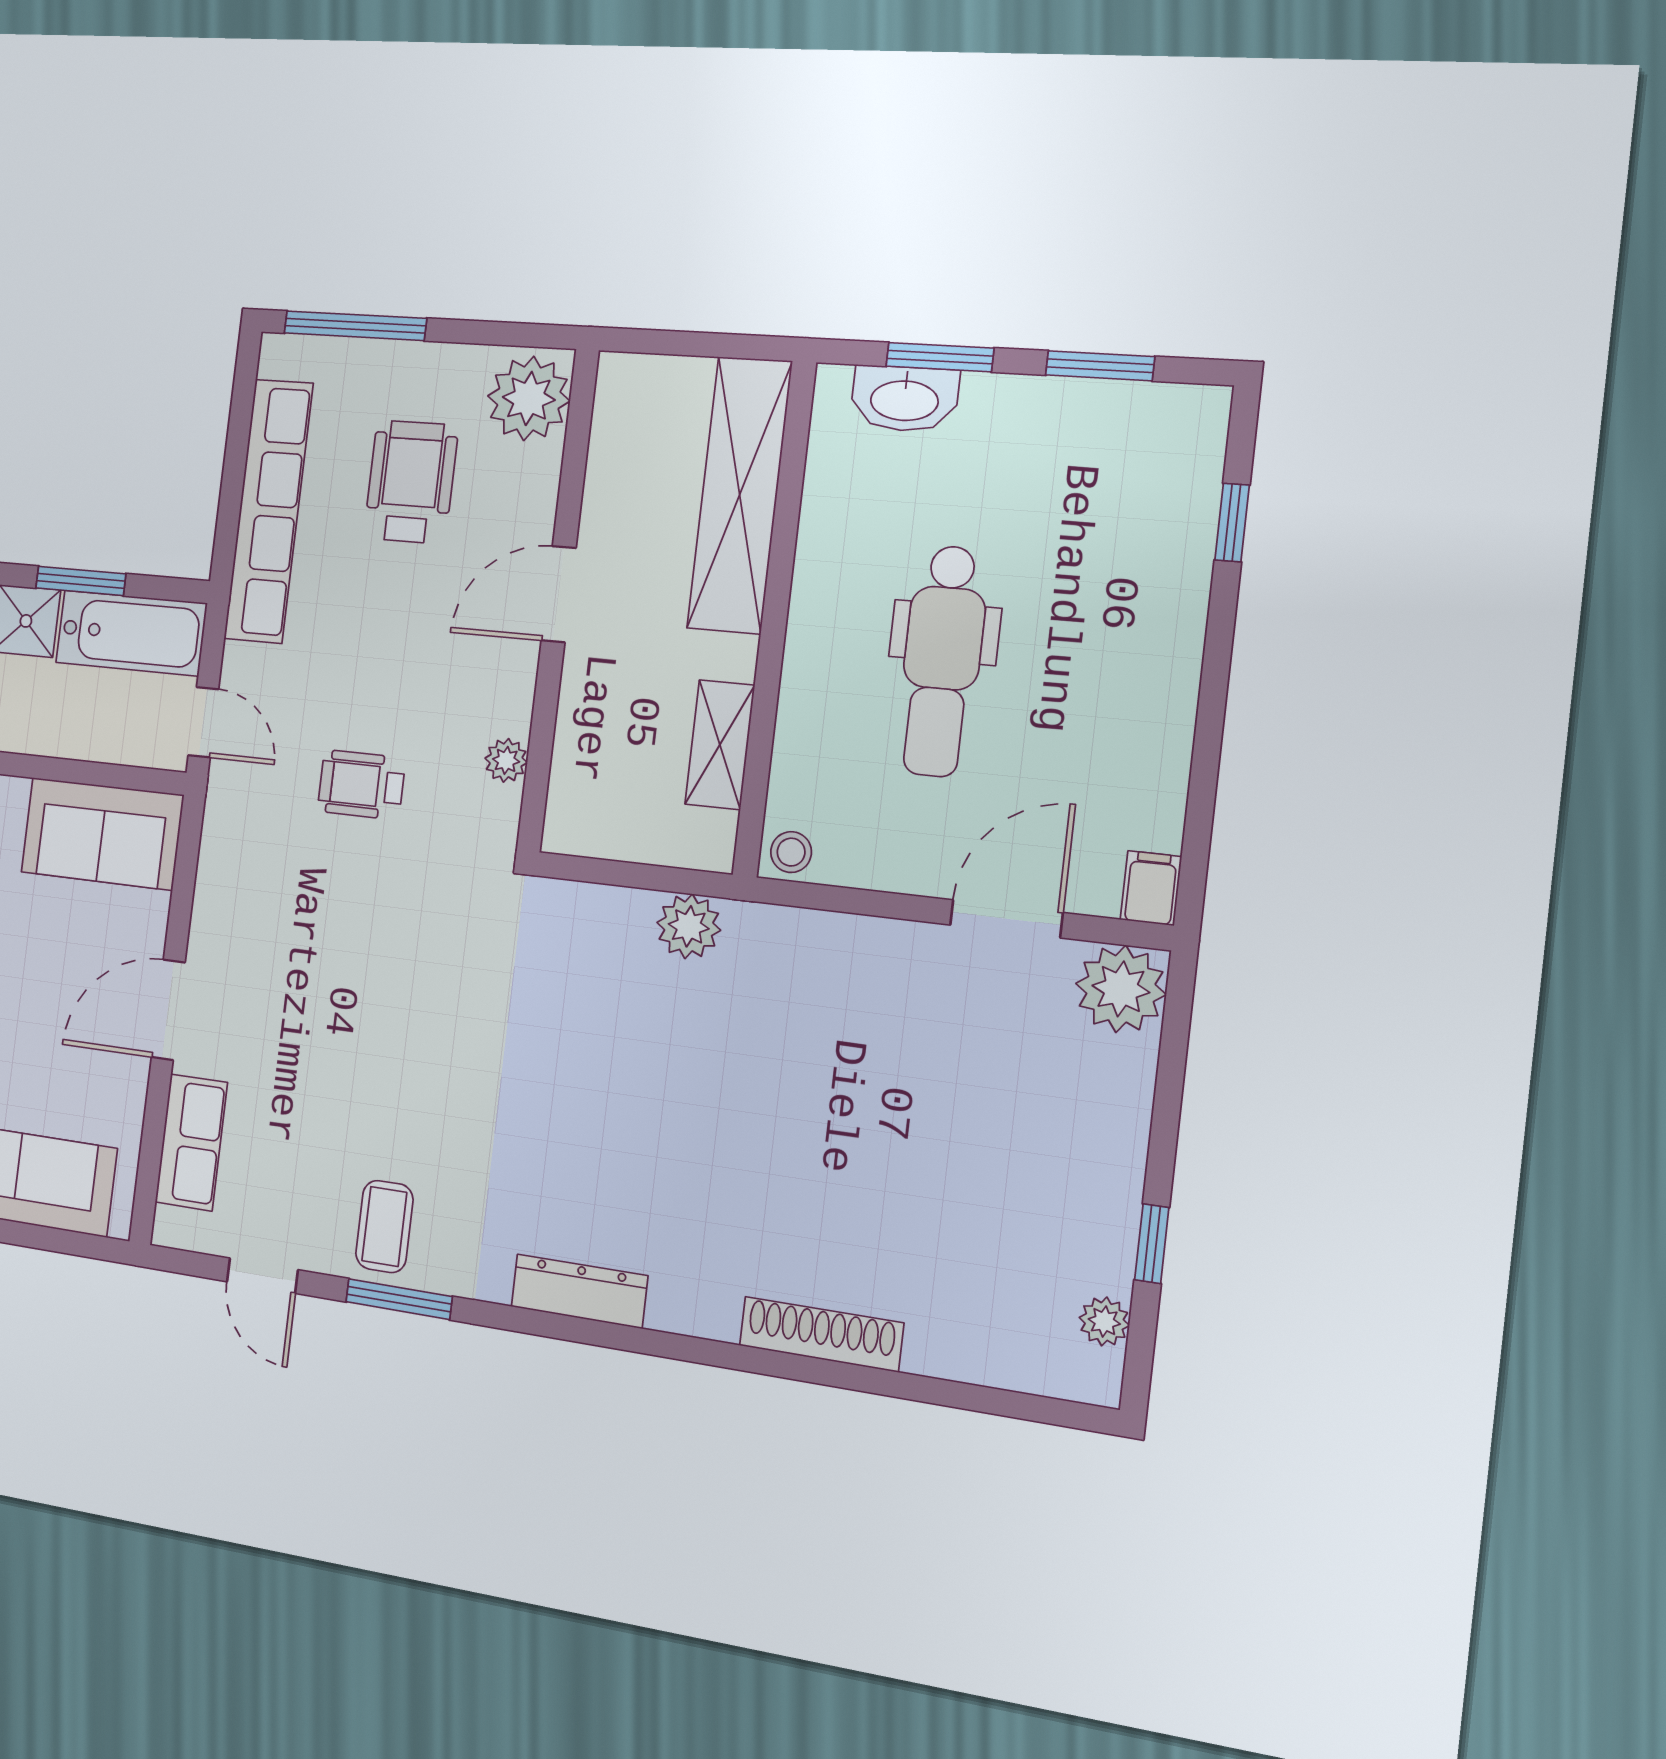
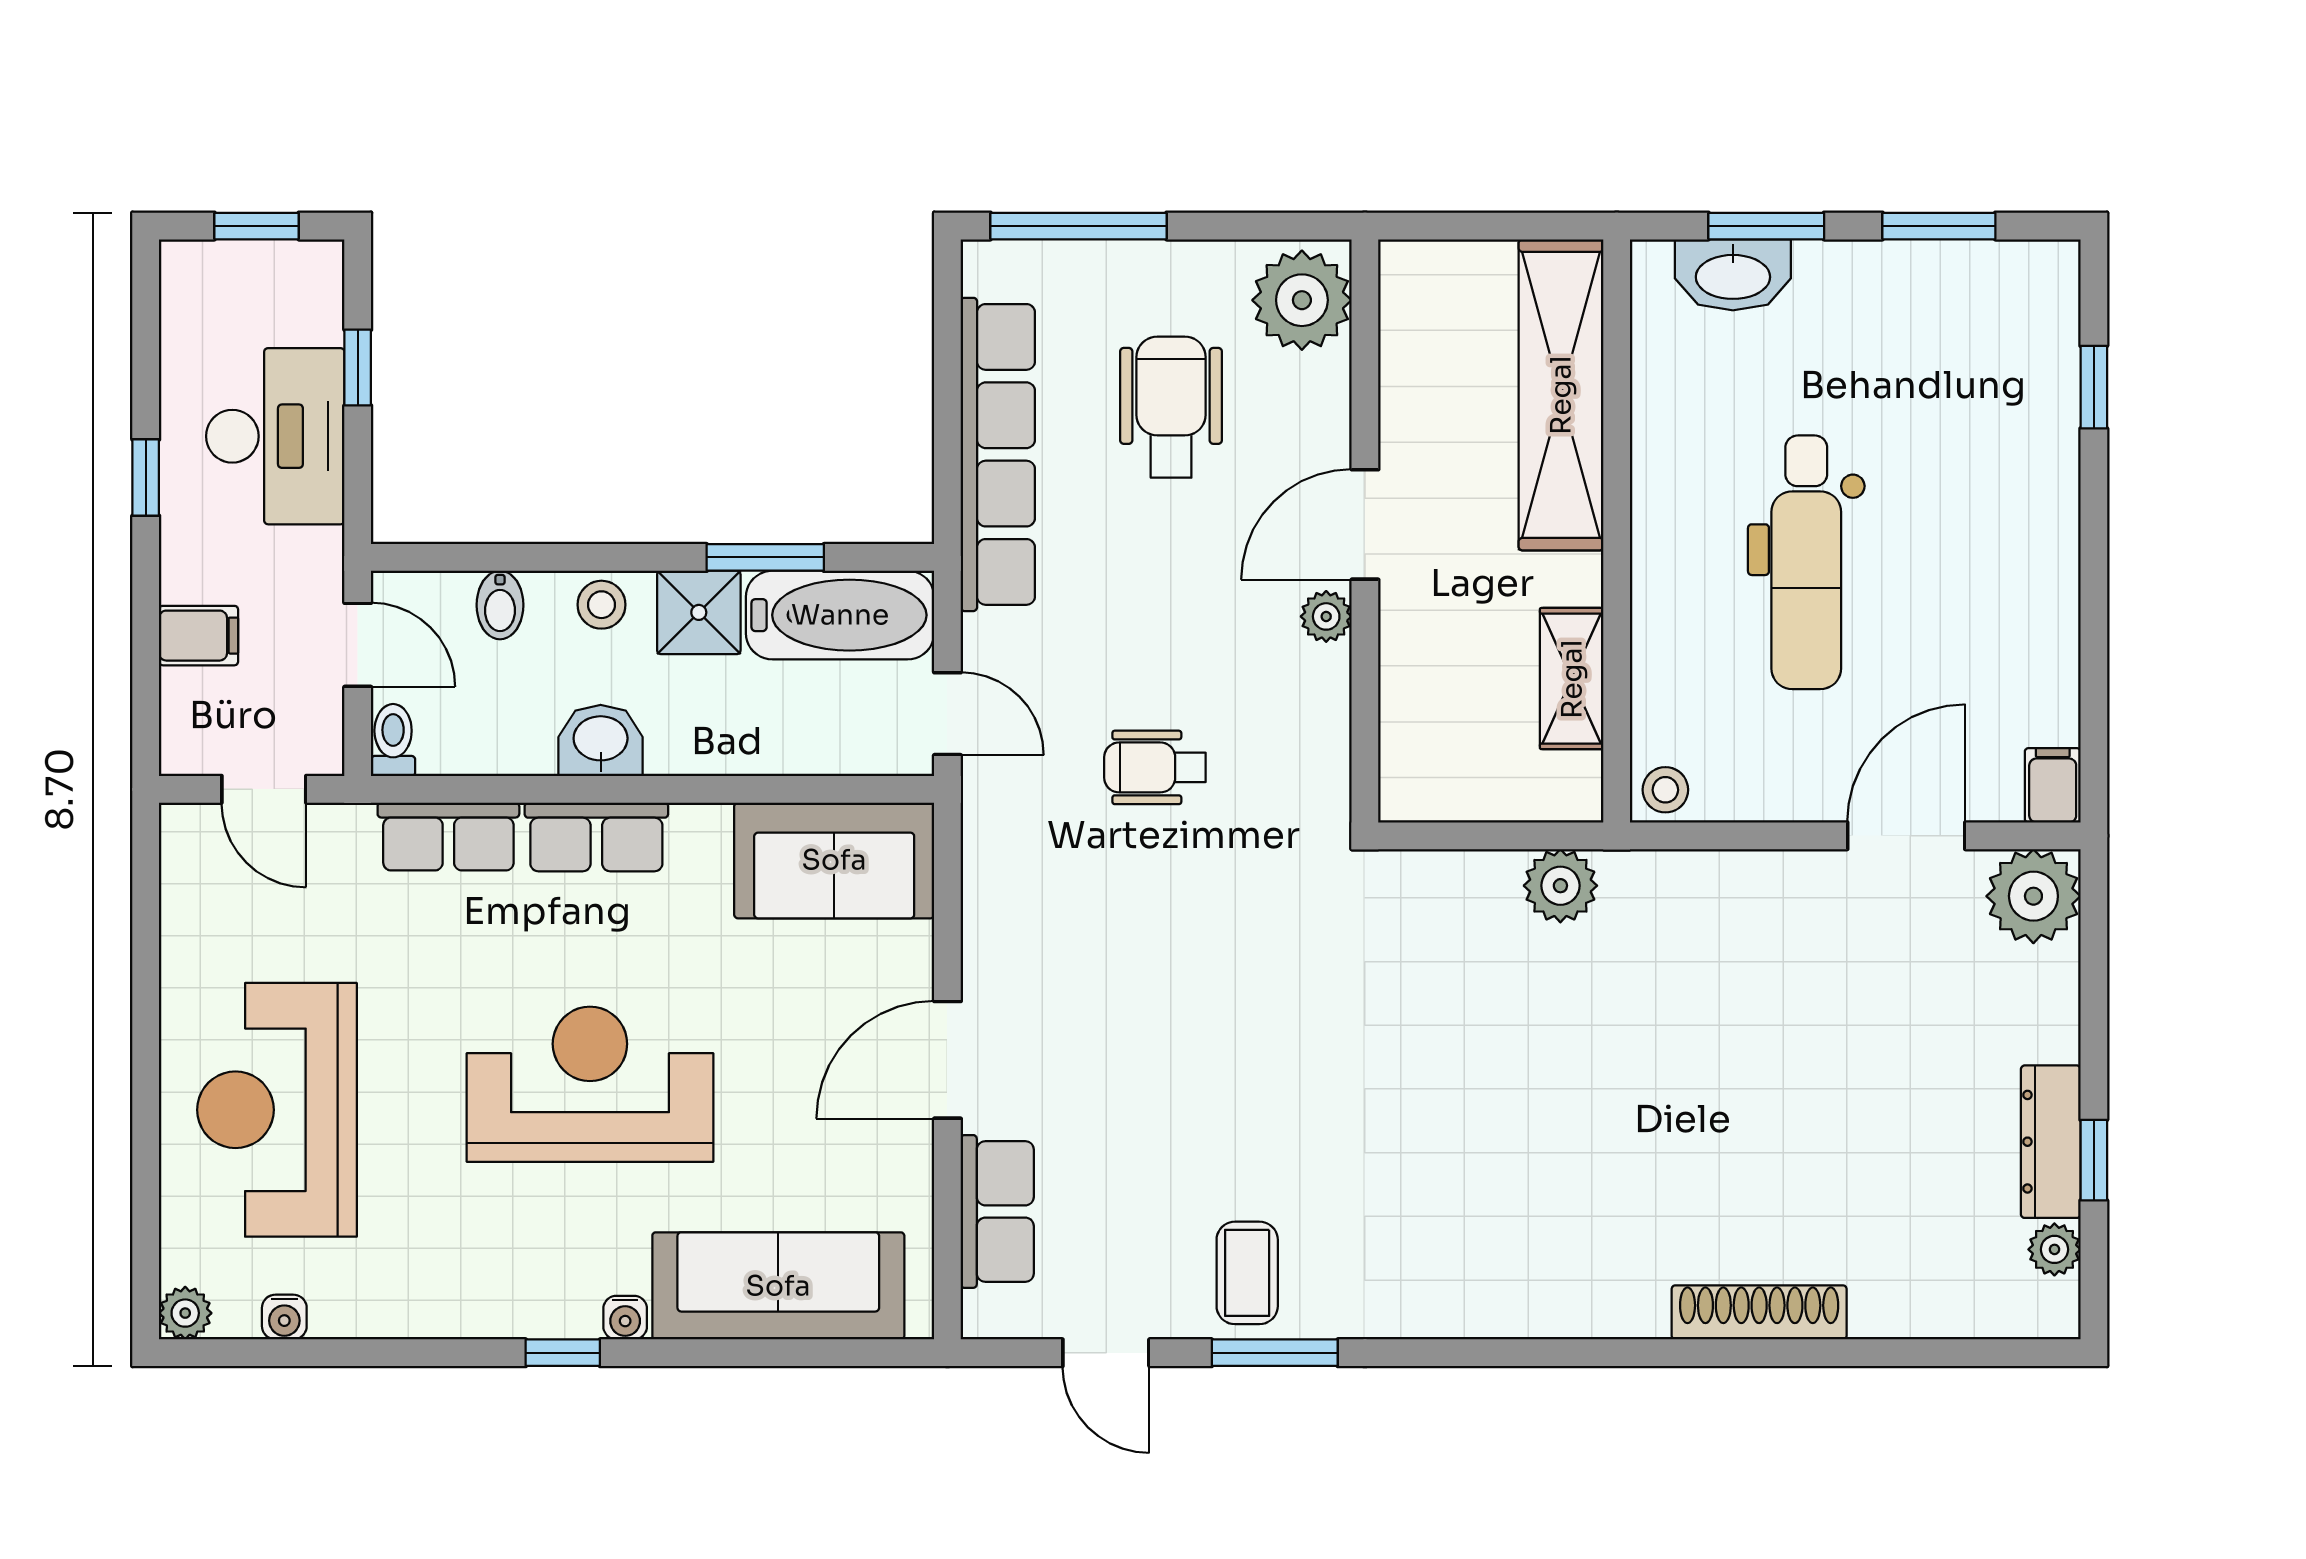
plant: (506, 760) -> (1326, 616), moved
dresser: (579, 1291) -> (2051, 1142), moved, turned -90

